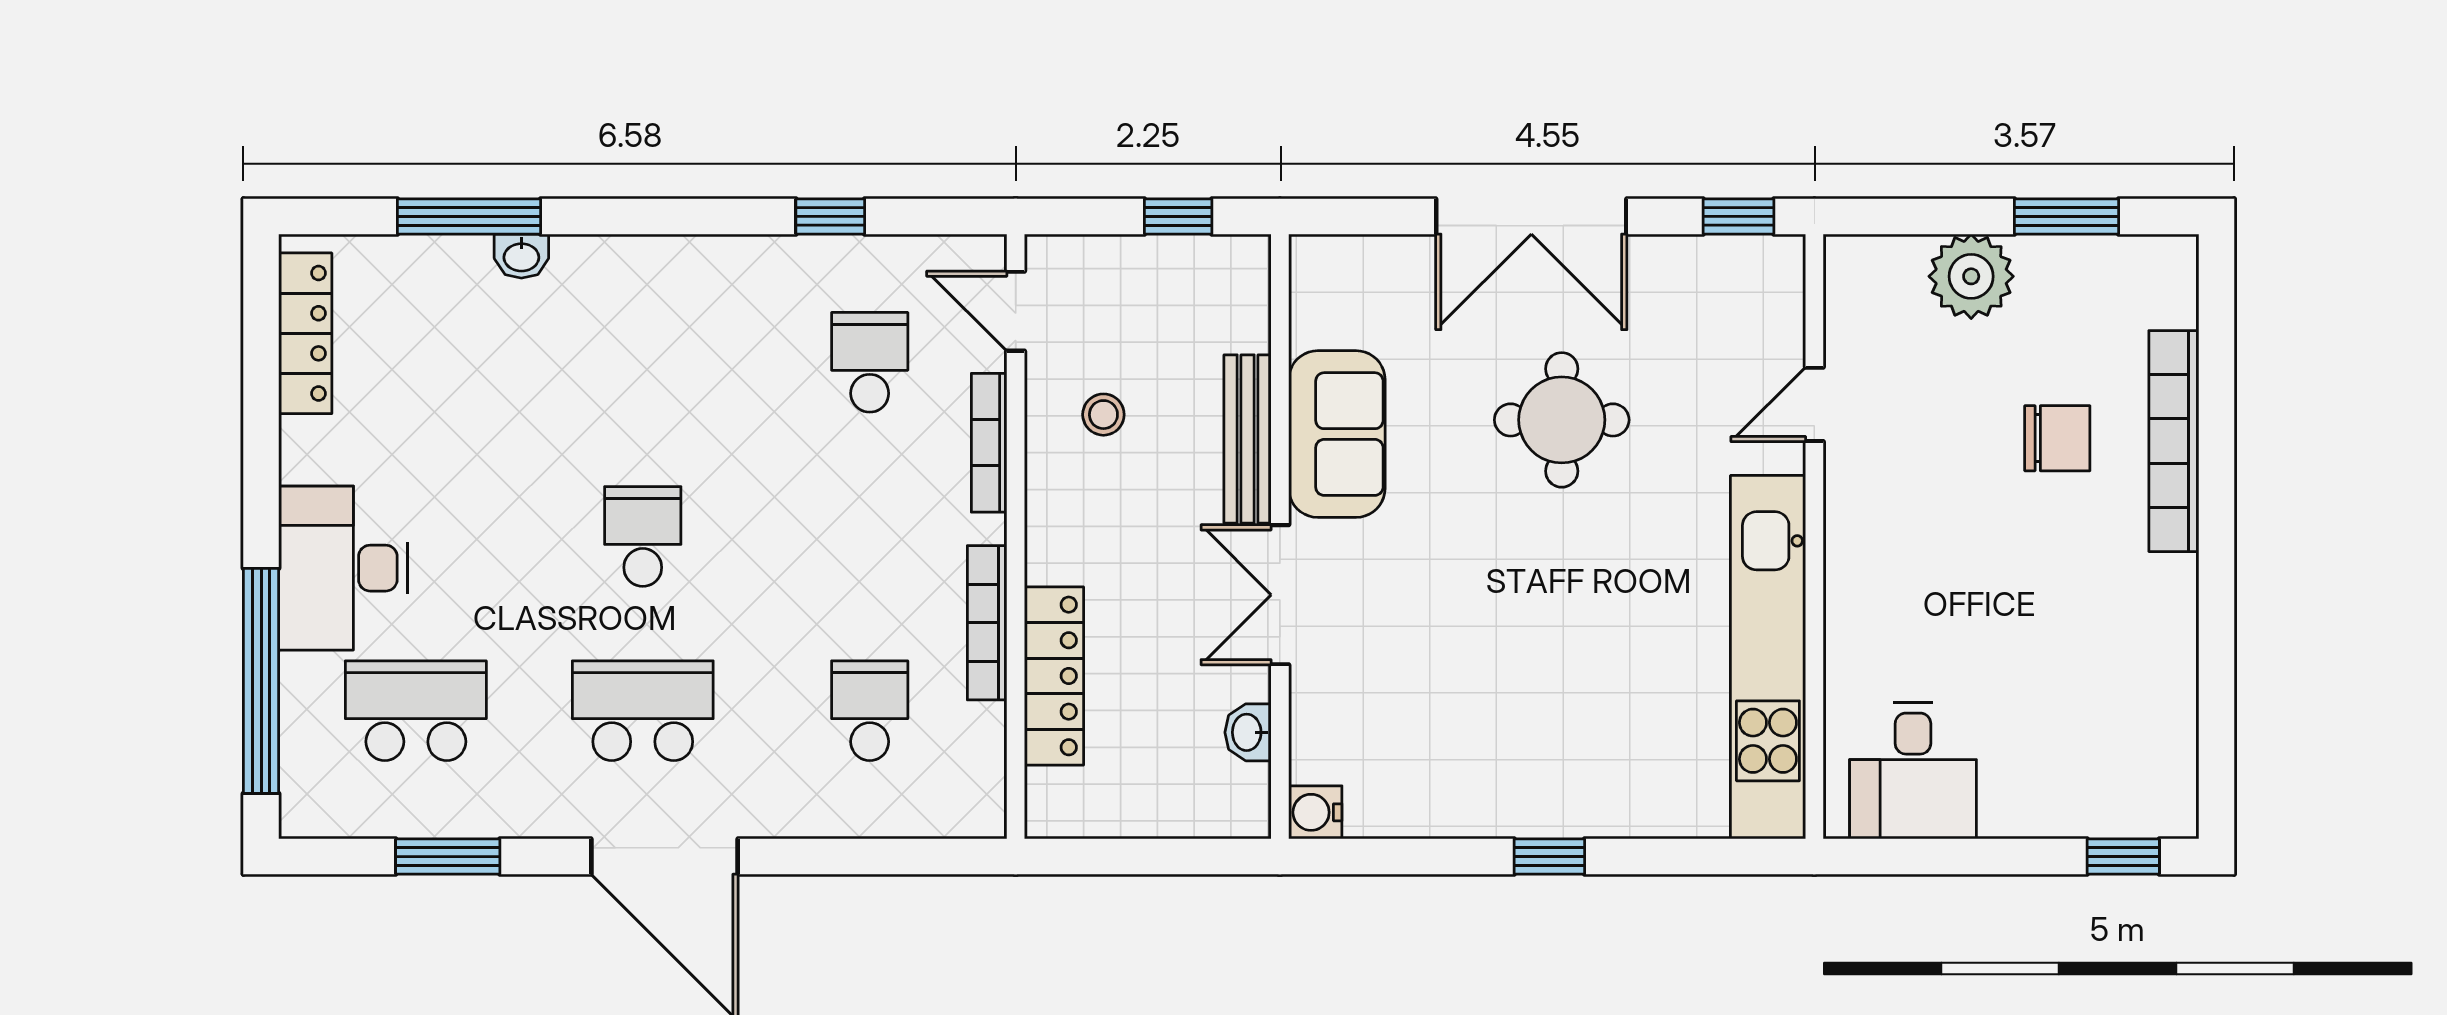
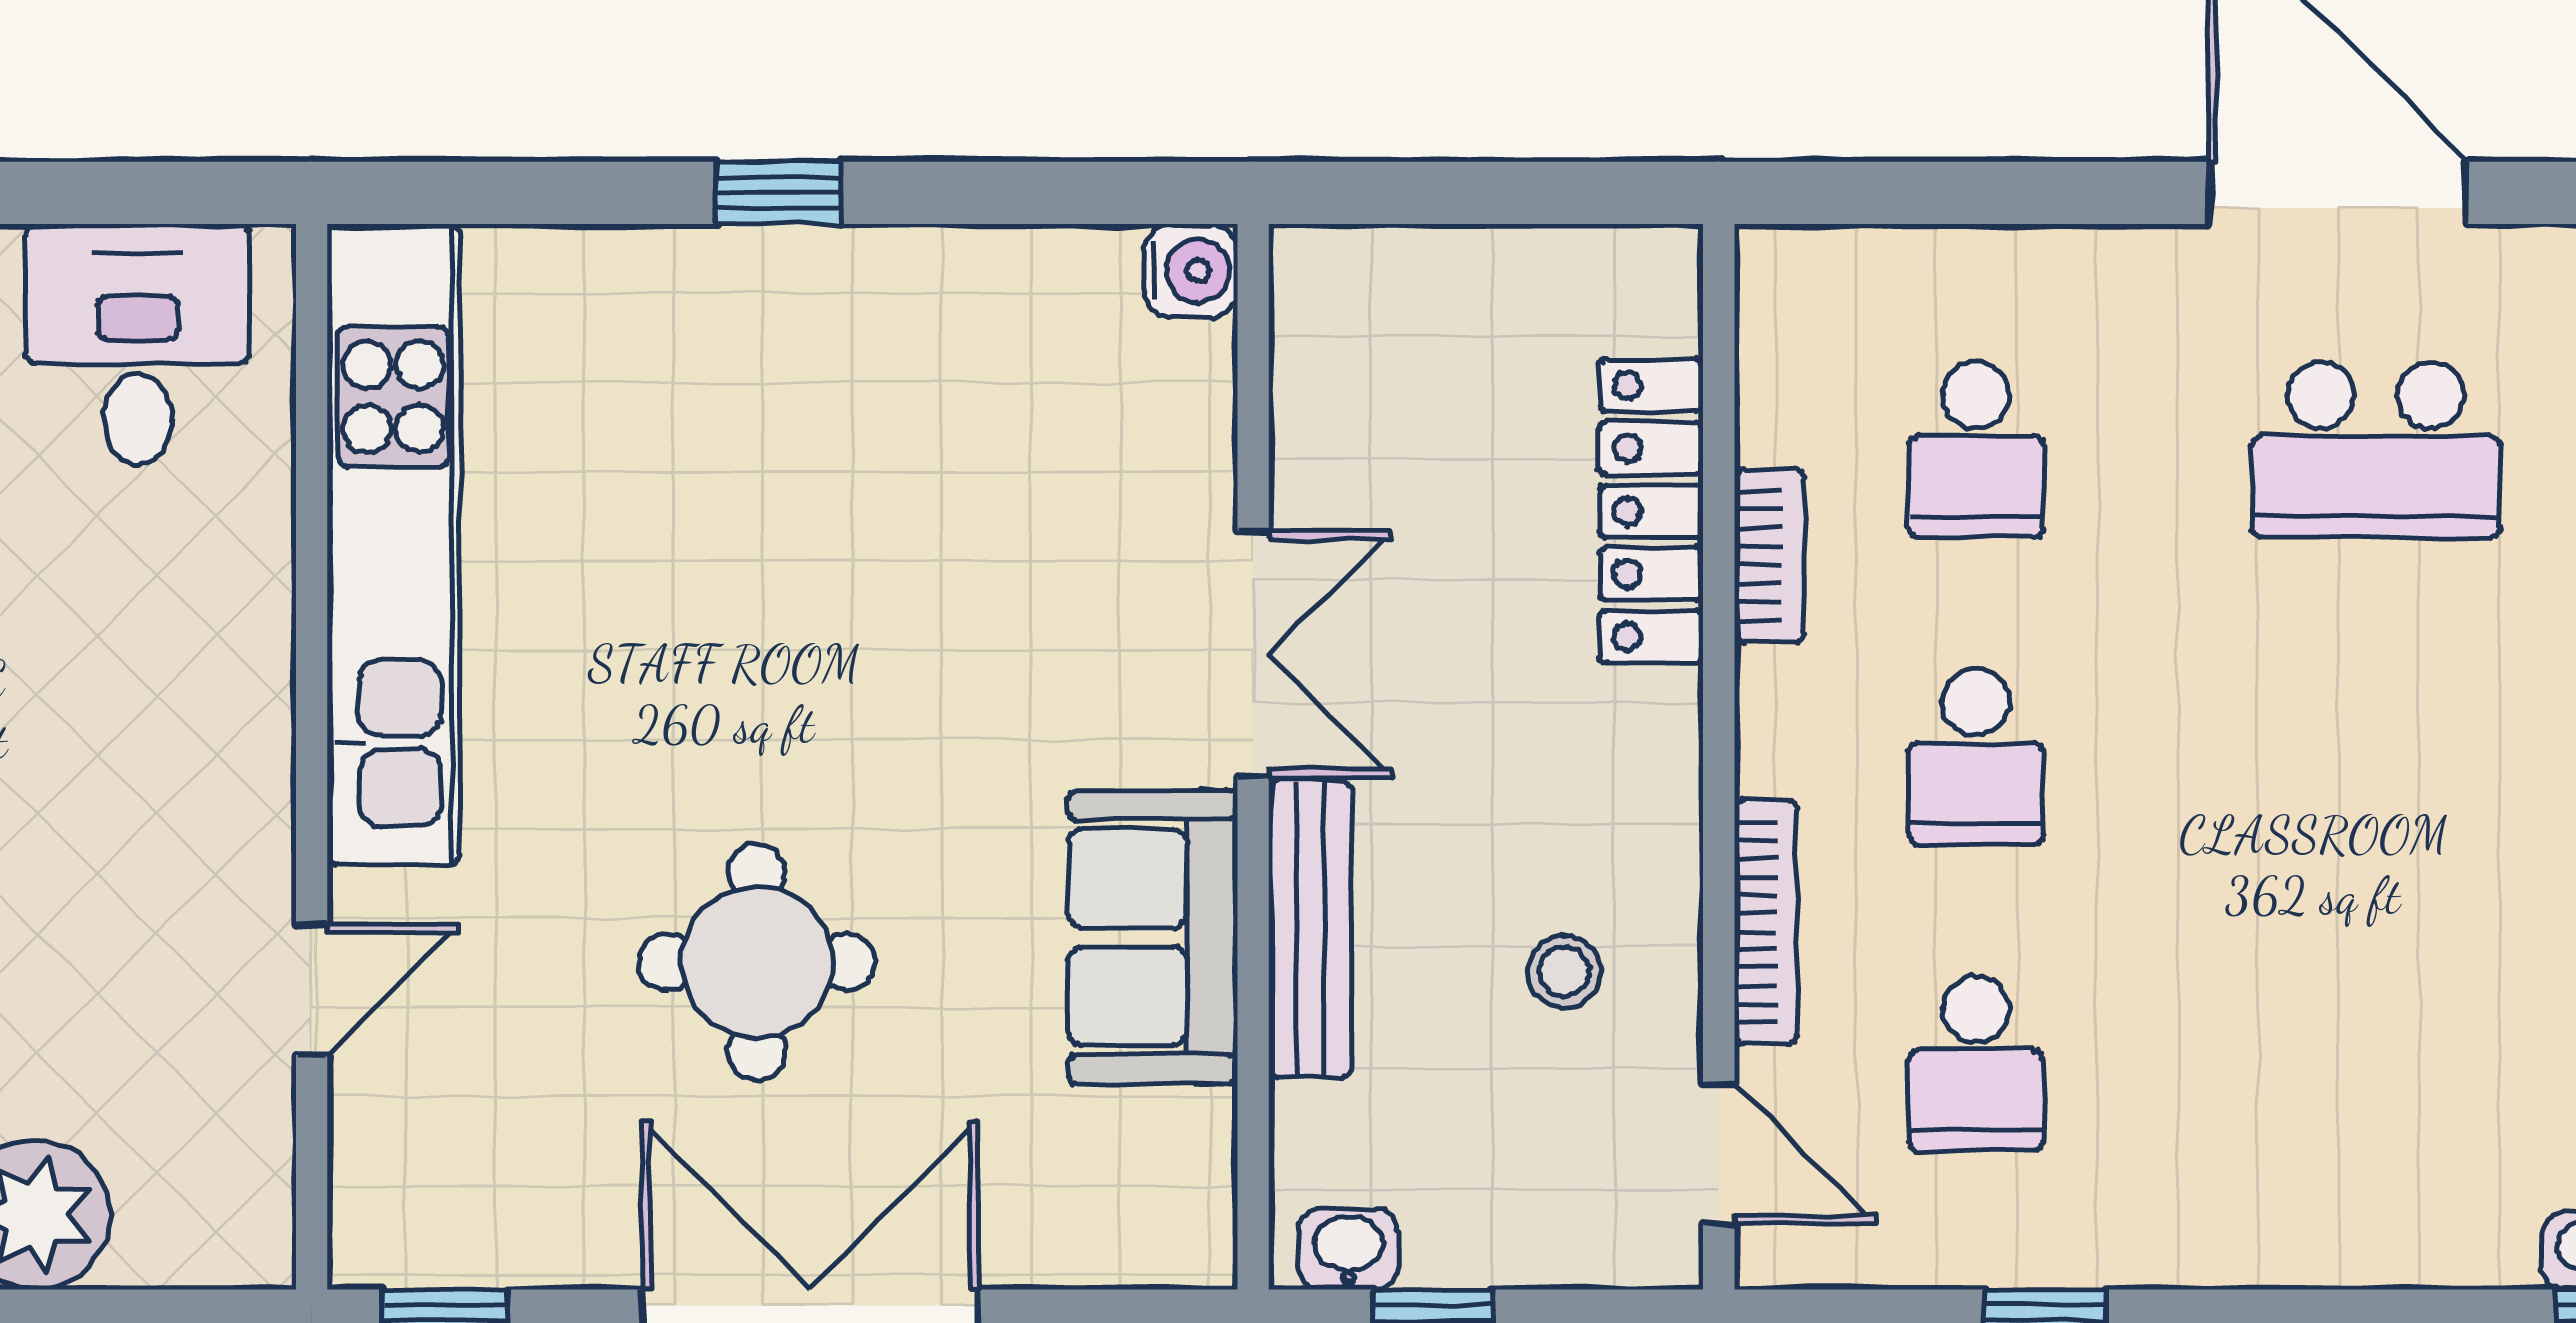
school desk: (643, 536) -> (1976, 757), moved
bookcase: (987, 623) -> (1769, 556), width x0.64
washbasin: (1248, 732) -> (1348, 1249), moved, turned -90

